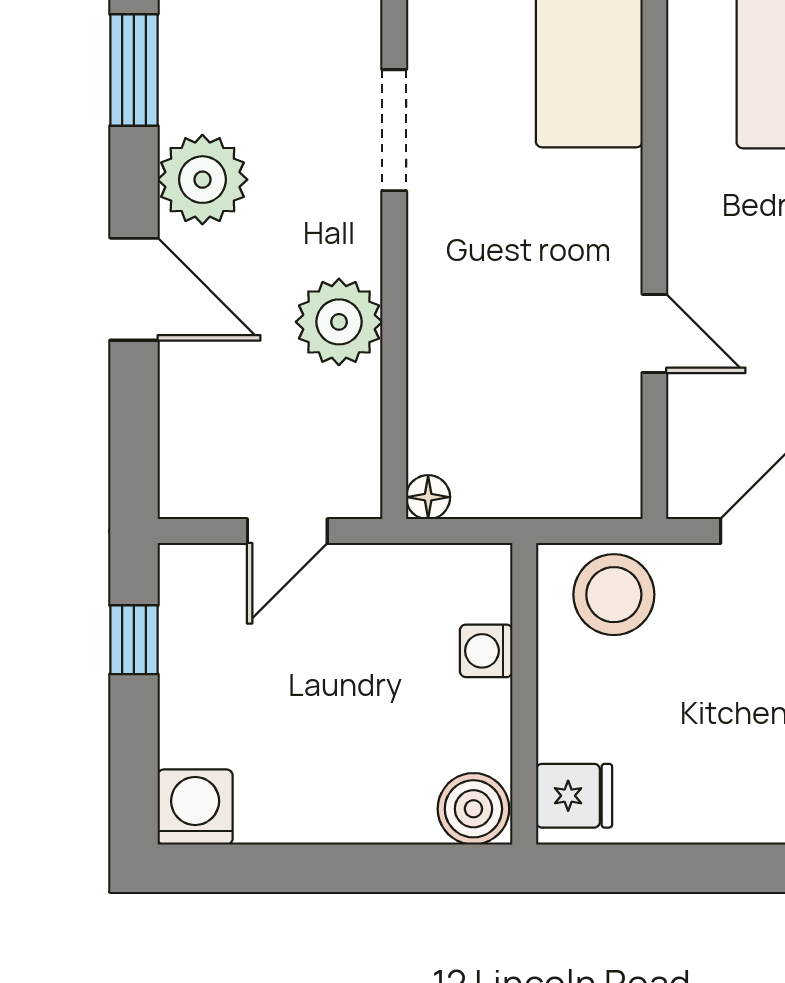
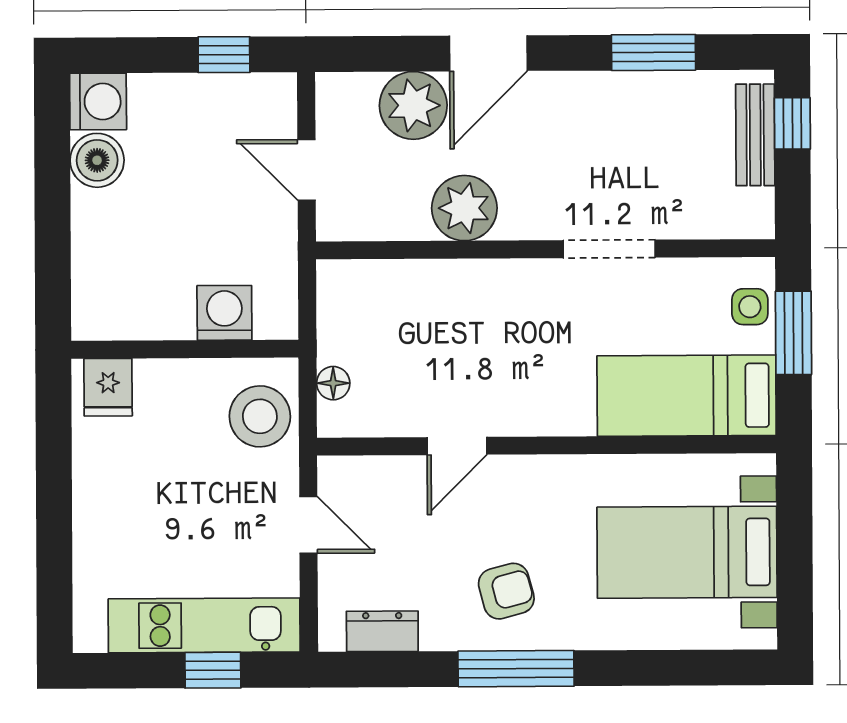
plant: (202, 180) -> (413, 105), moved
floor lamp: (428, 497) -> (333, 383), moved
washing machine: (486, 651) -> (224, 313), width x1.38, depth x1.38
boiler: (473, 809) -> (97, 160), moved

